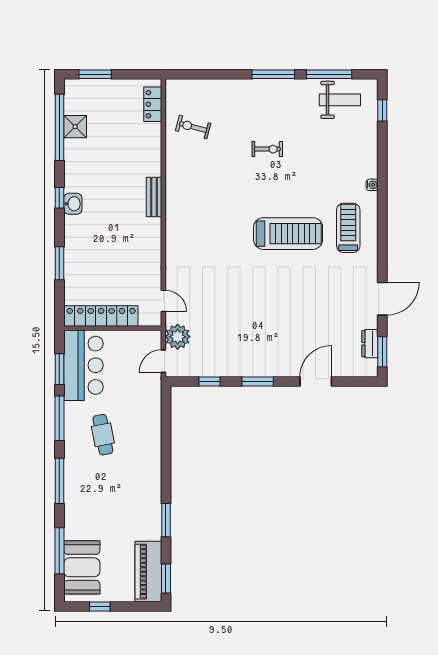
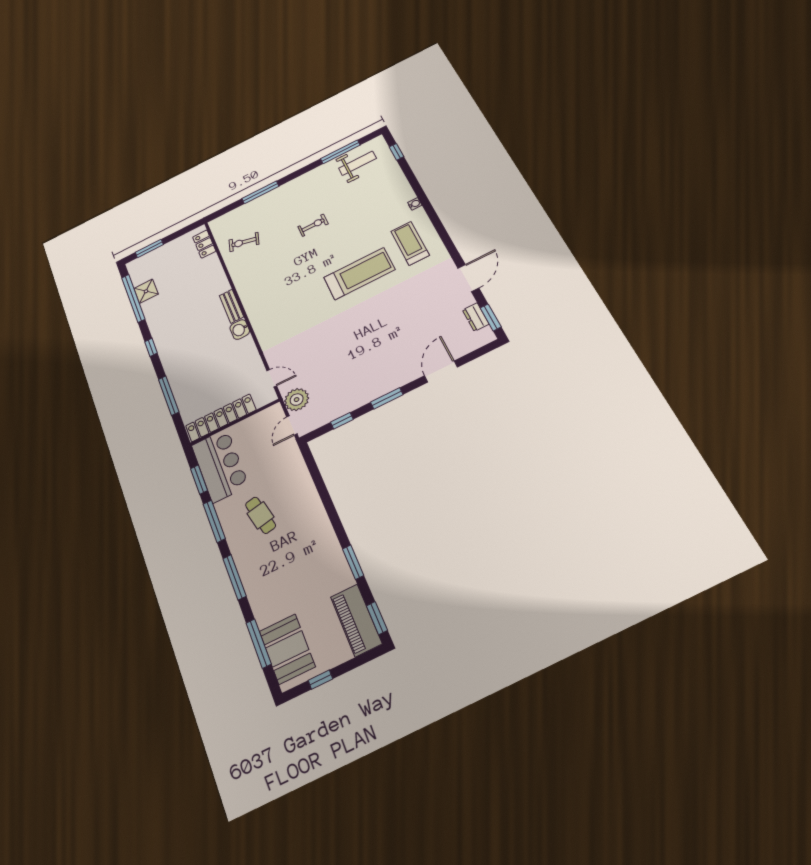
window: (273, 74) -> (260, 192), moved
washbasin: (73, 204) -> (240, 330), moved, turned 180
window: (59, 263) -> (169, 396), width x1.44

